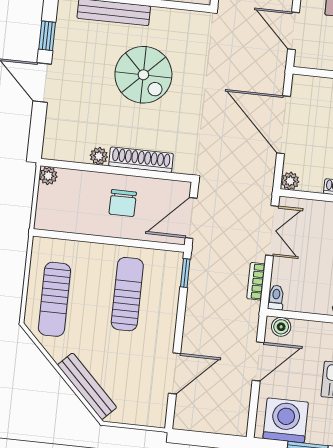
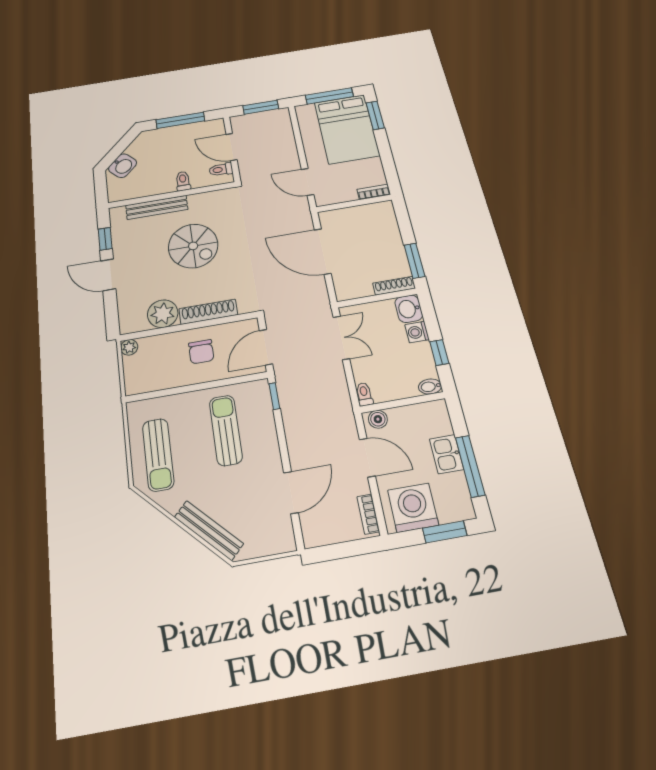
plant: (99, 156) -> (163, 314), width x1.88, depth x1.88
plant: (290, 181) -> (343, 293), removed
bookcase: (256, 281) -> (368, 514), moved
door: (258, 361) -> (367, 458), hinge flipped

